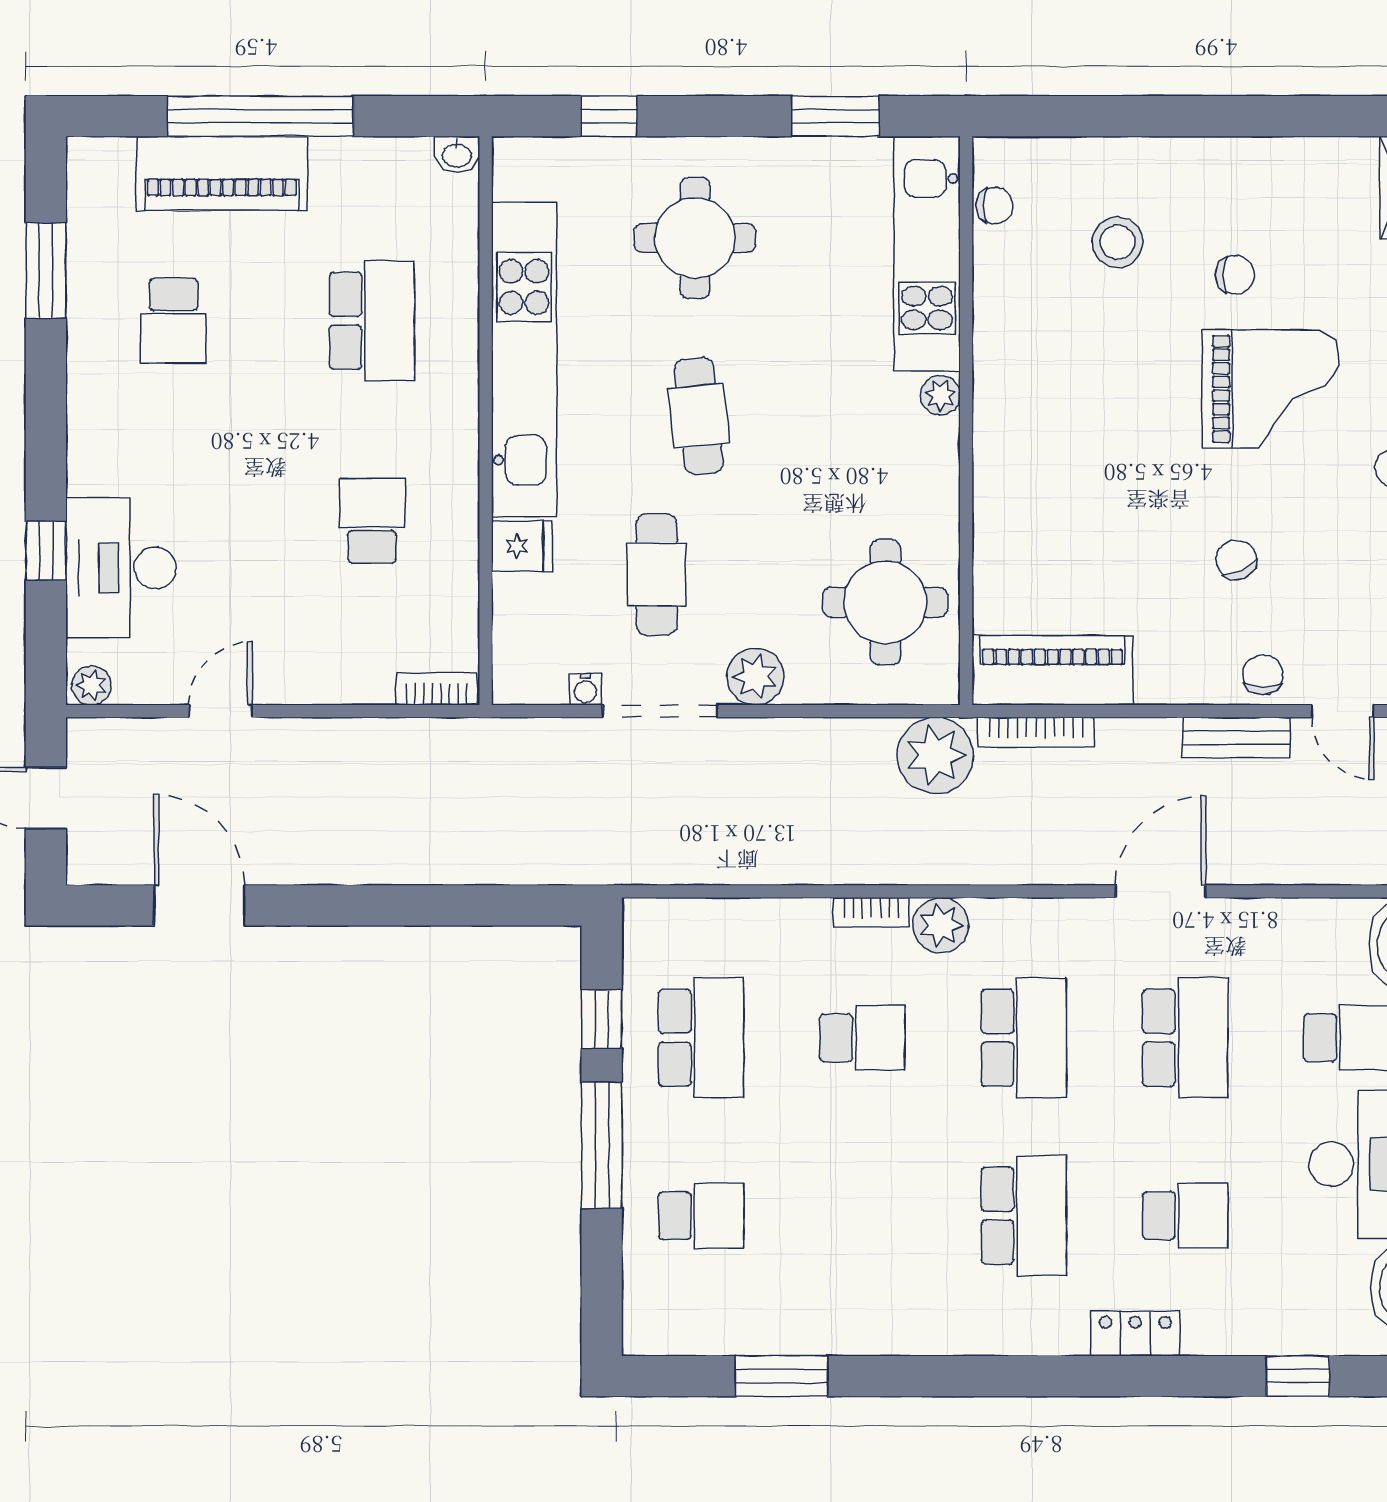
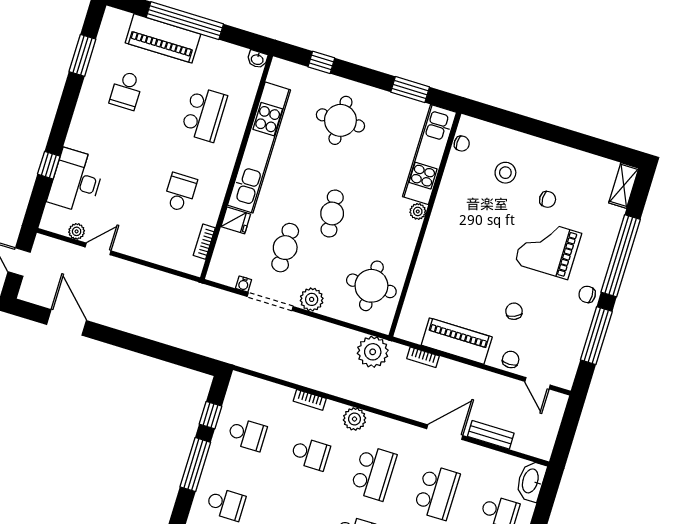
grand piano: (1271, 389) -> (548, 248), turned 180
cafe table: (699, 416) -> (332, 213), moved
piano: (1052, 670) -> (457, 341), moved
plant: (92, 685) -> (77, 231), moved
bookcase: (437, 689) -> (204, 242), moved, turned -90
bookcase: (1036, 732) -> (423, 357), width x0.64
bench: (1236, 738) -> (491, 435), moved
bookcase: (871, 912) -> (310, 400), moved
school desk: (701, 1038) -> (247, 434), width x0.54

